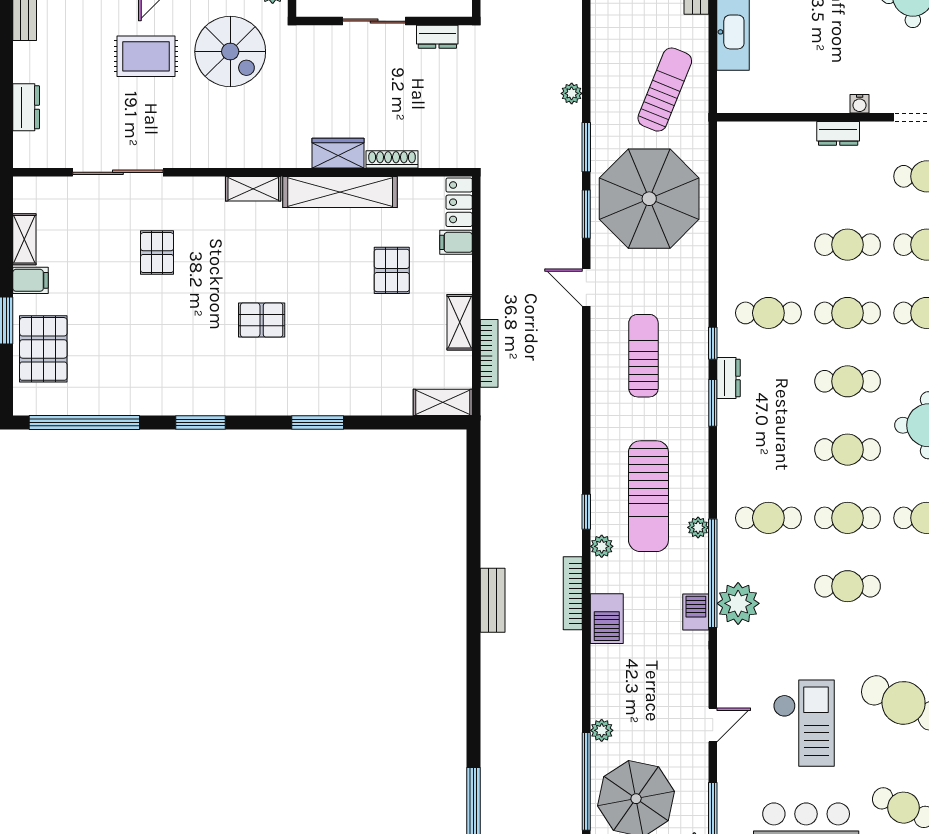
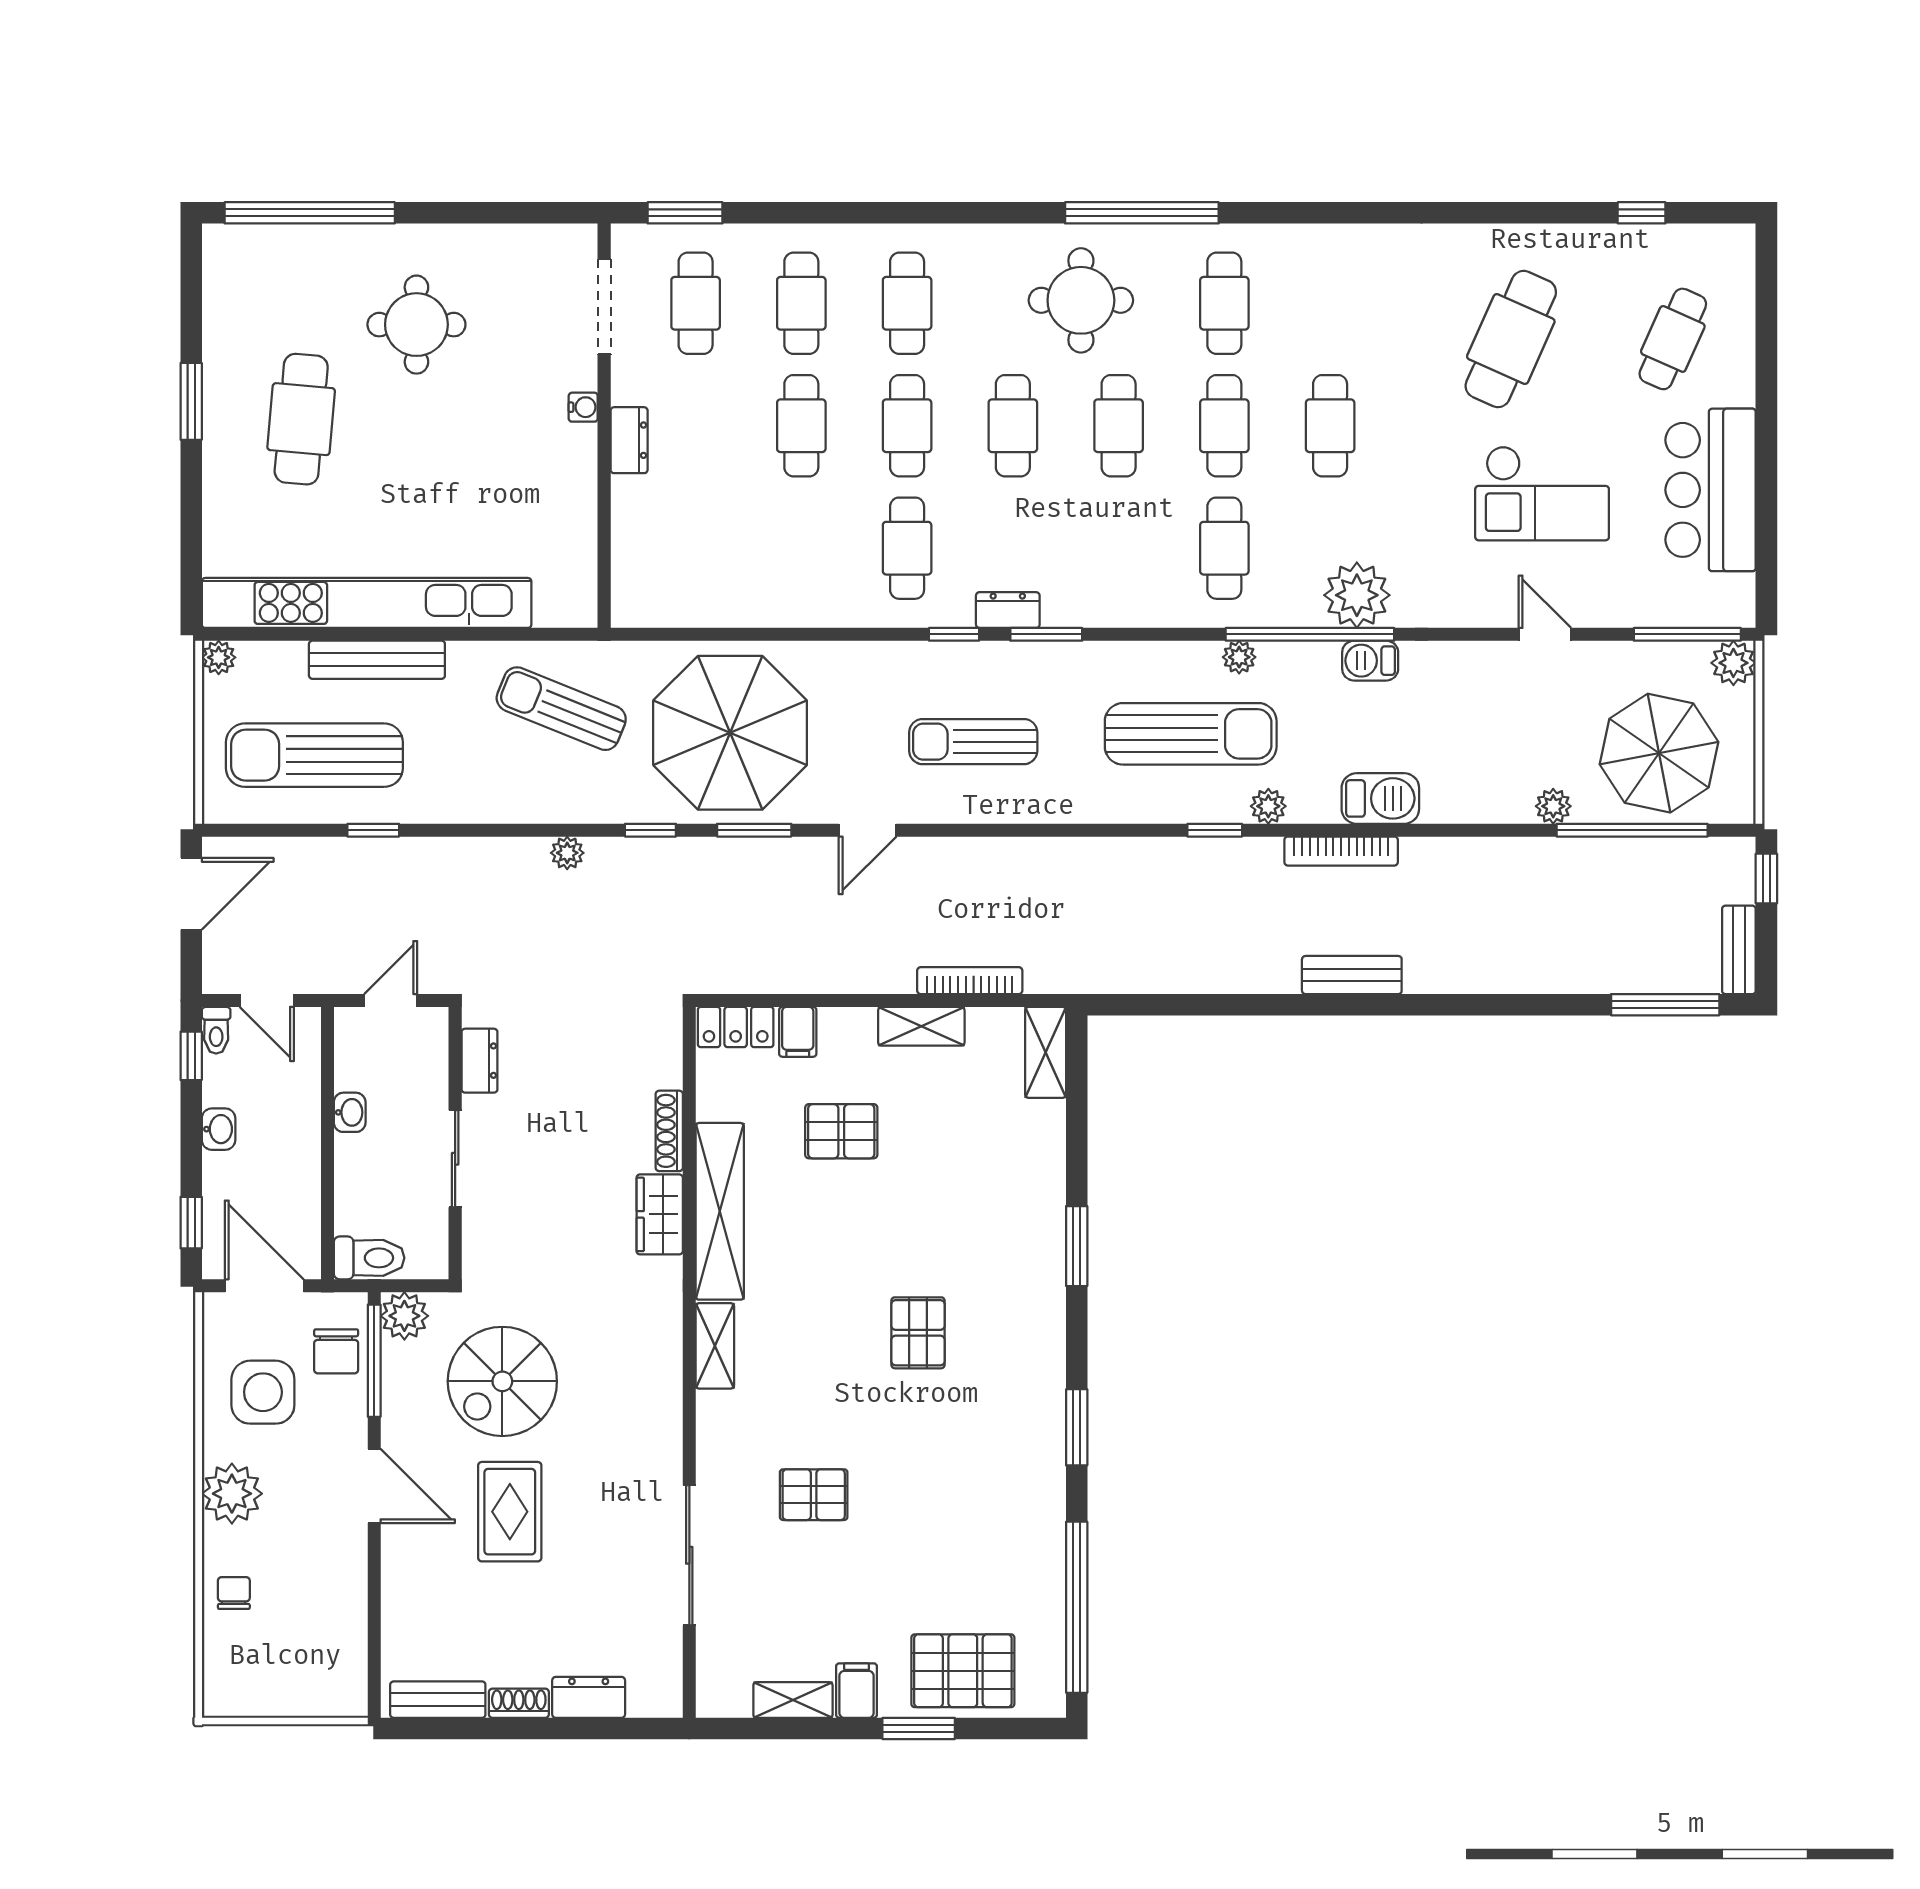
spiral stairs: (230, 52) -> (502, 1381), turned 180
shoe rack: (22, 62) -> (519, 1703), added
window: (586, 147) -> (650, 830), width x0.67
checkout: (804, 723) -> (1542, 493), turned 180

